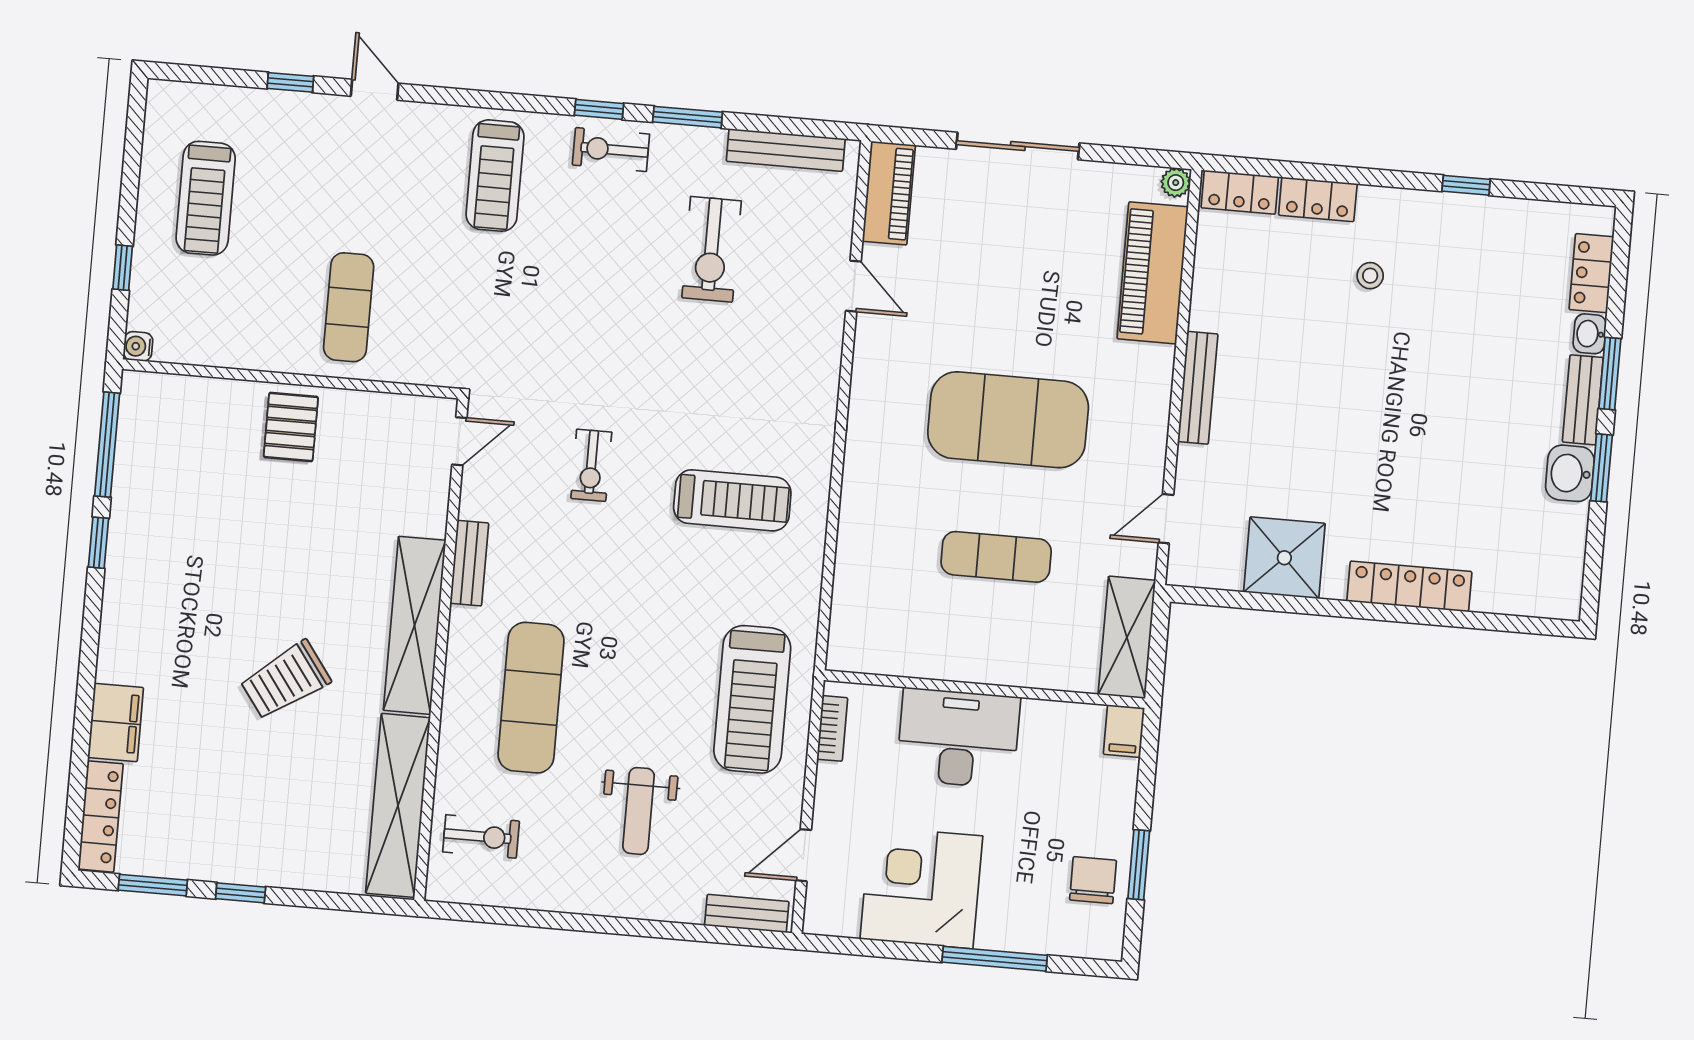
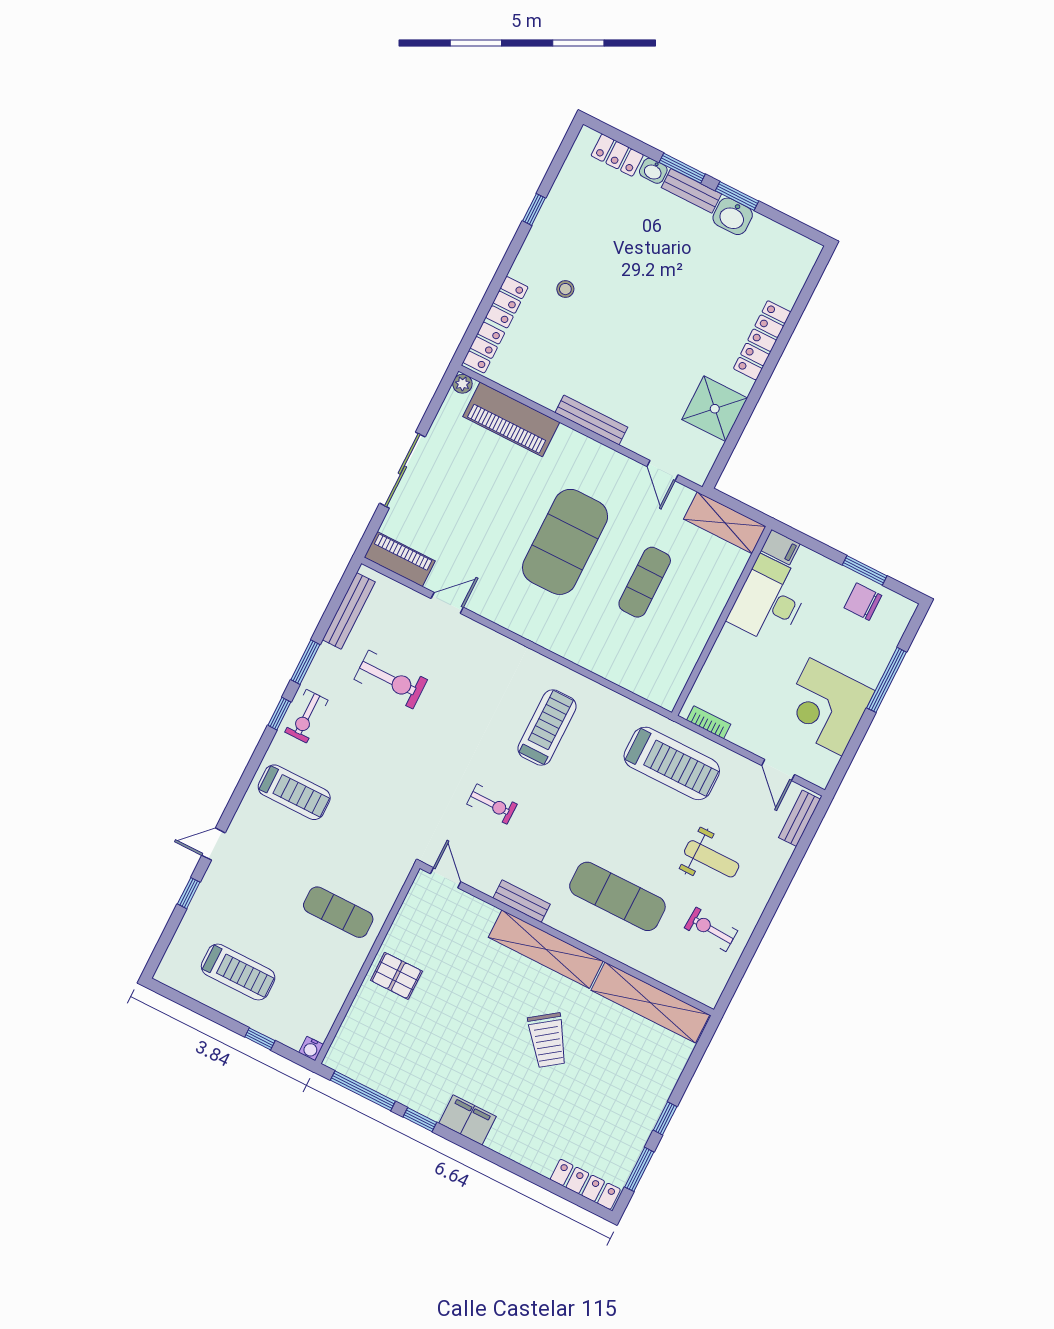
filing cabinet: (116, 723) -> (467, 1120), moved
desk: (958, 738) -> (769, 600), moved
exercise bike: (481, 836) -> (711, 929), moved, turned -87

